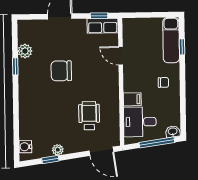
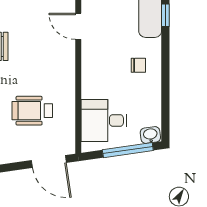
filing cabinet: (132, 99) -> (94, 88), removed
wheelchair: (89, 116) -> (32, 111), turned -90

